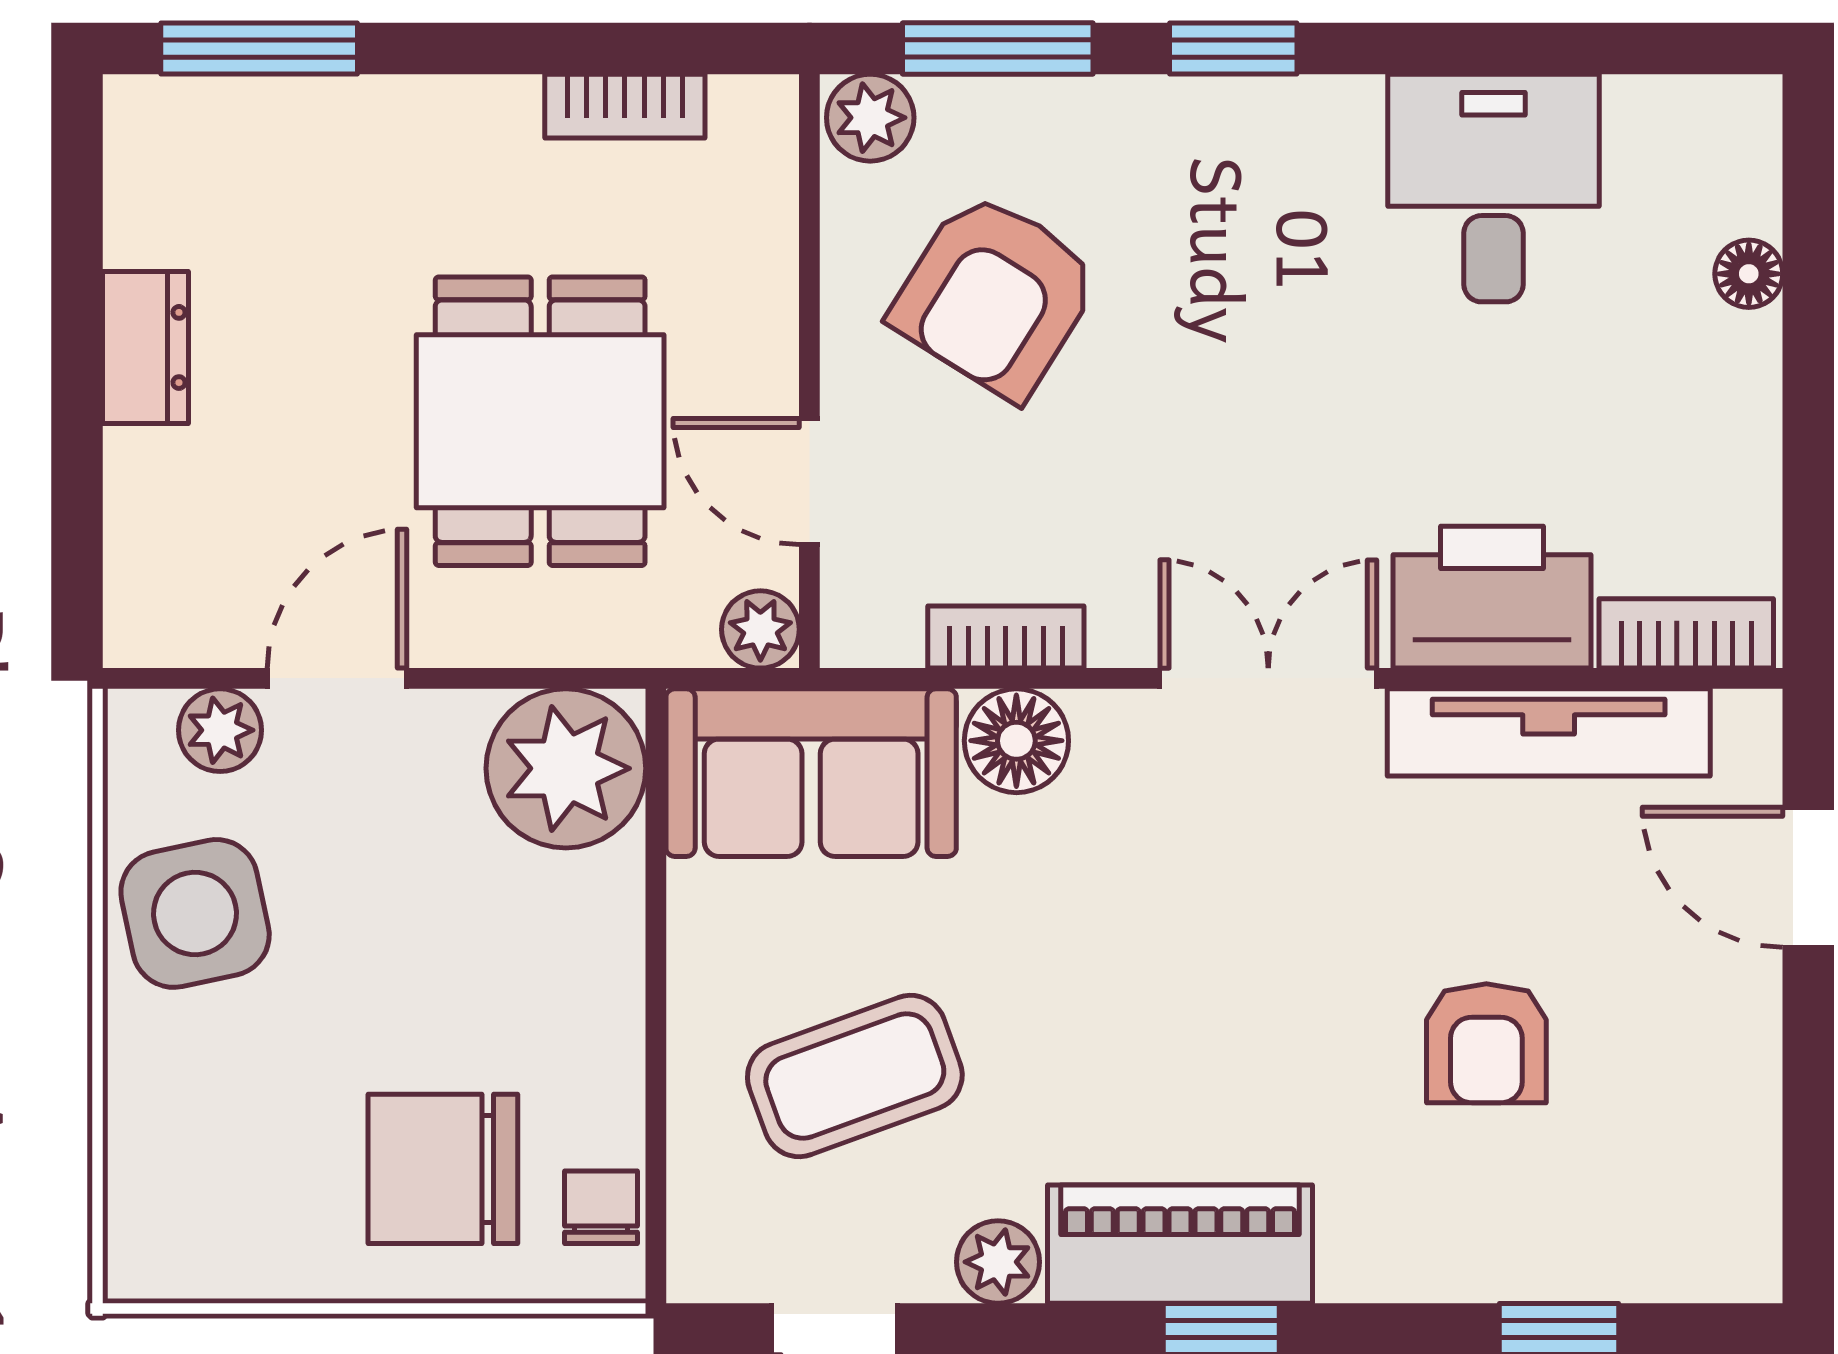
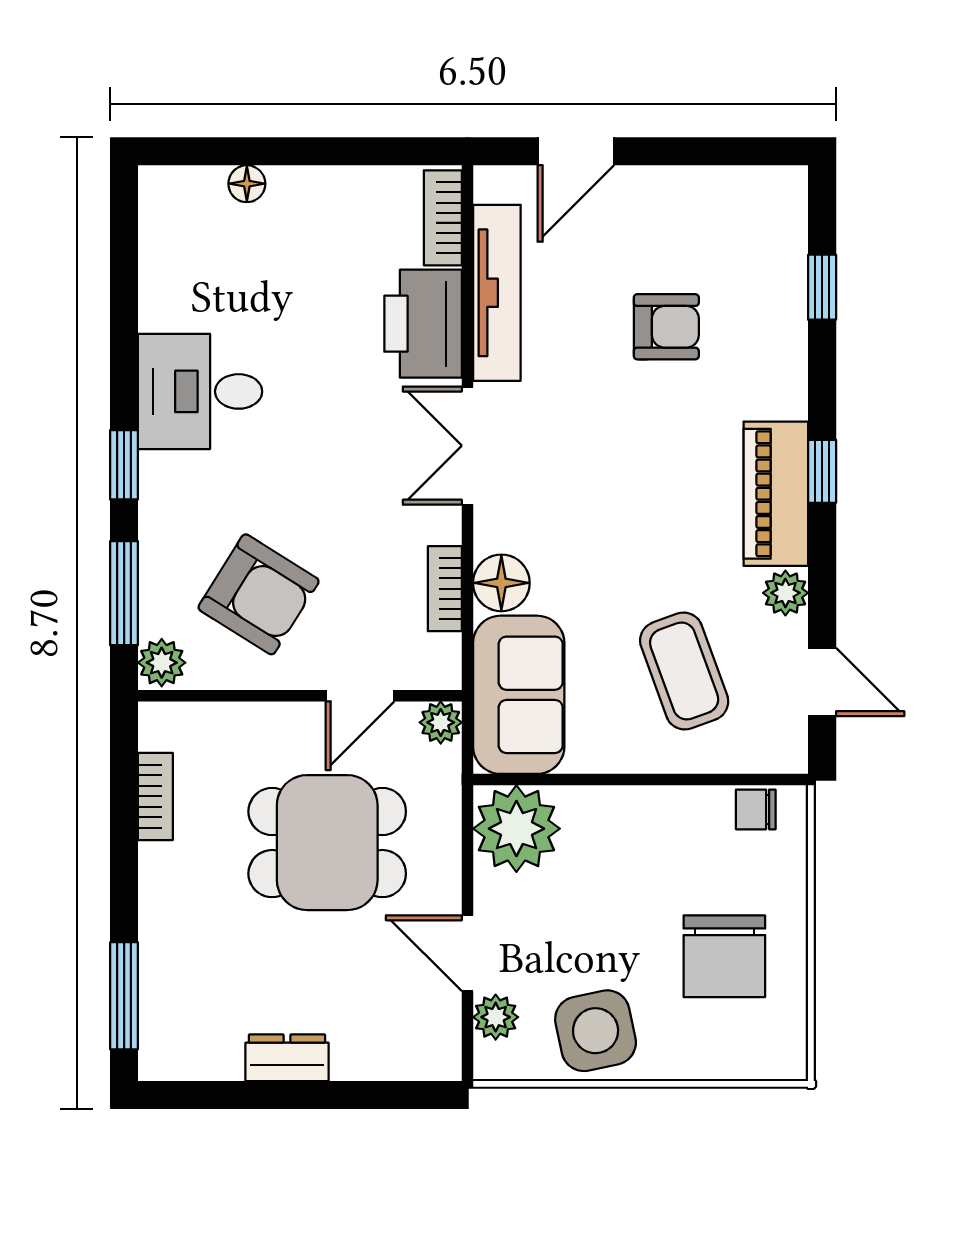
desk: (1493, 188) -> (200, 391), moved
chair: (443, 1169) -> (724, 956), moved

